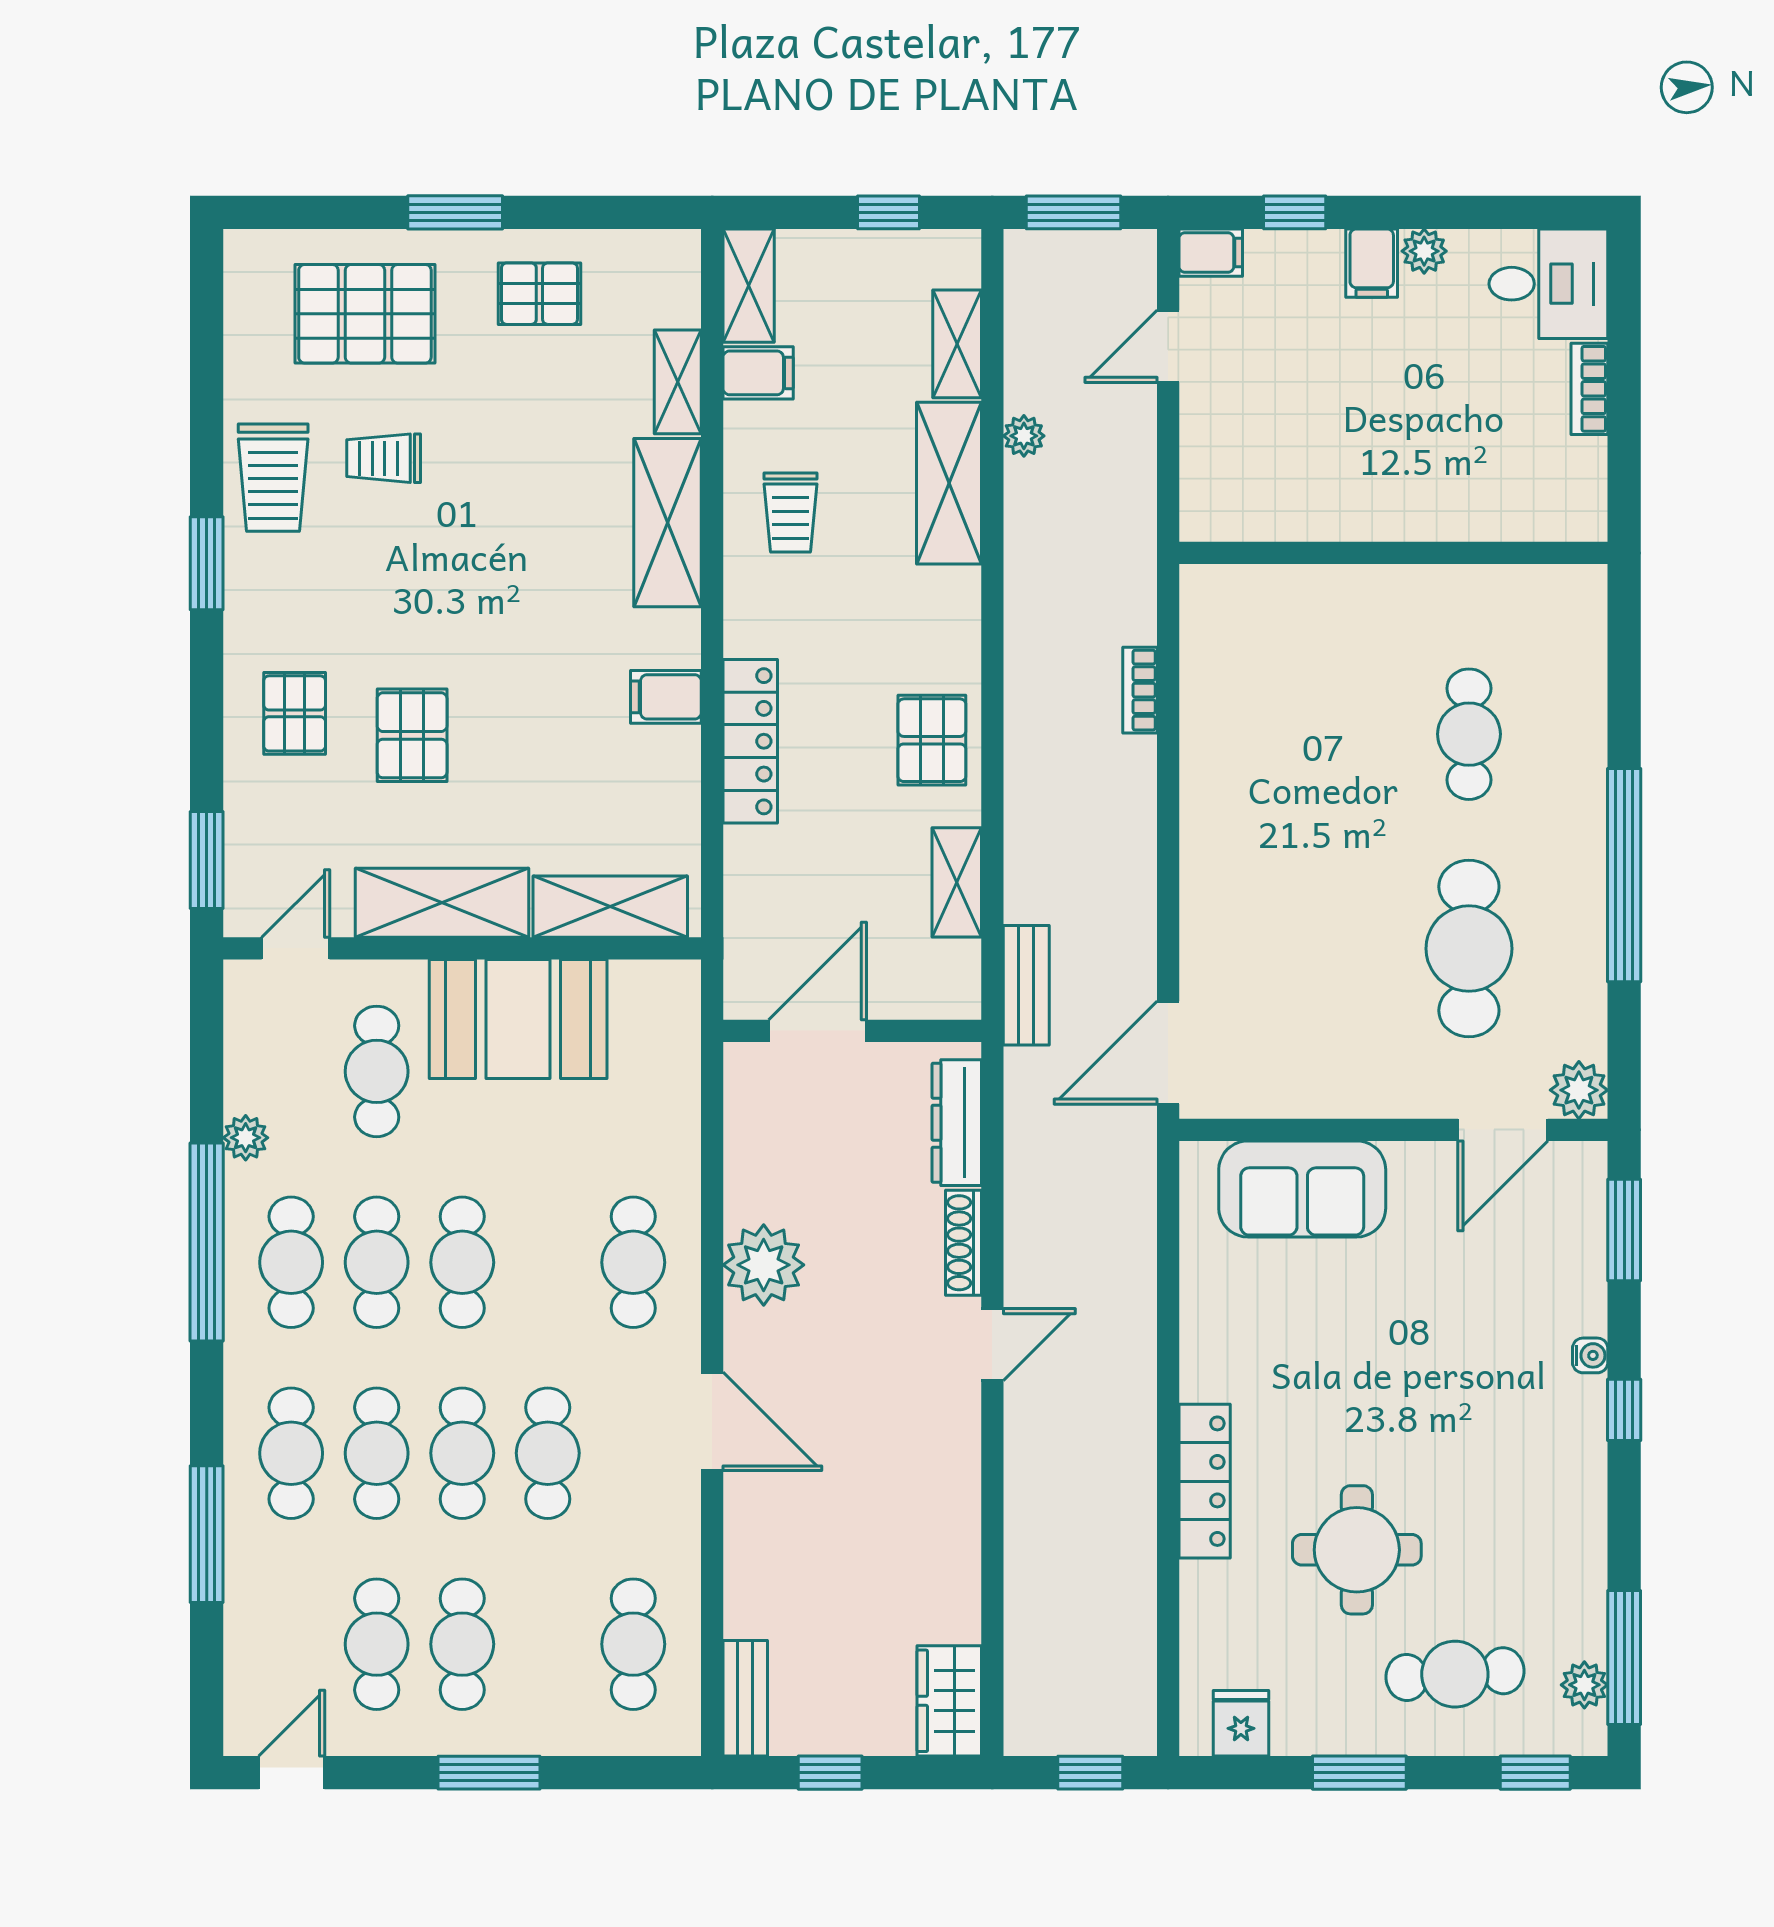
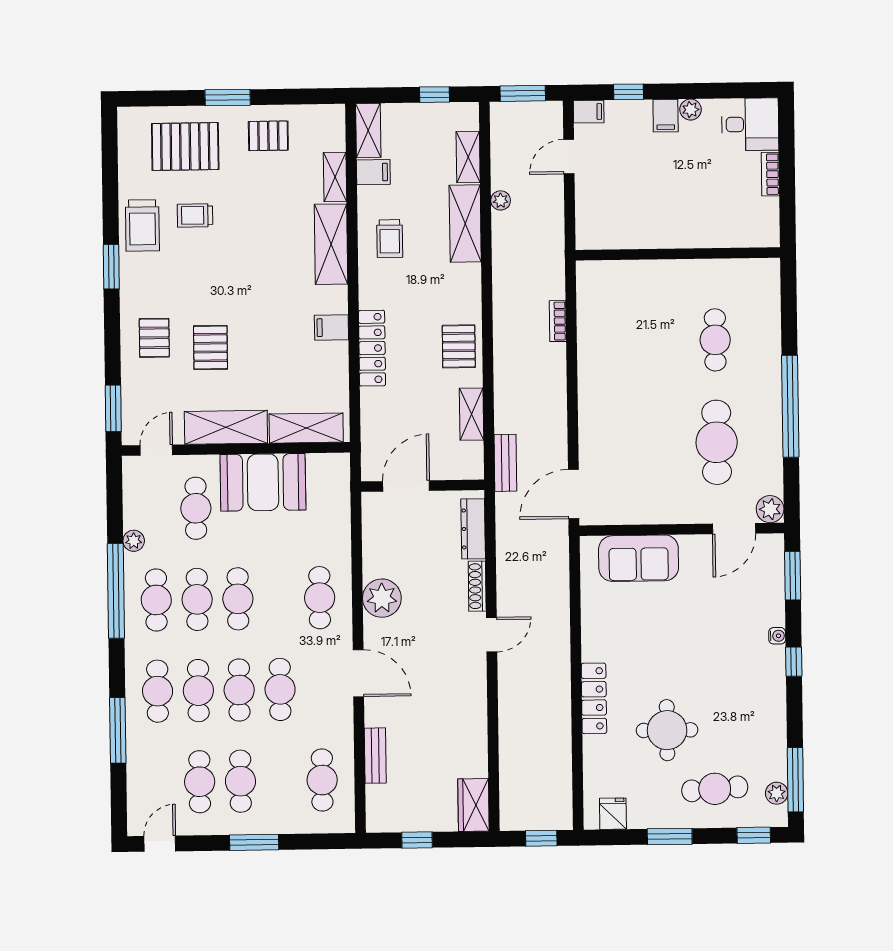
bench: (745, 1698) -> (375, 756), moved

